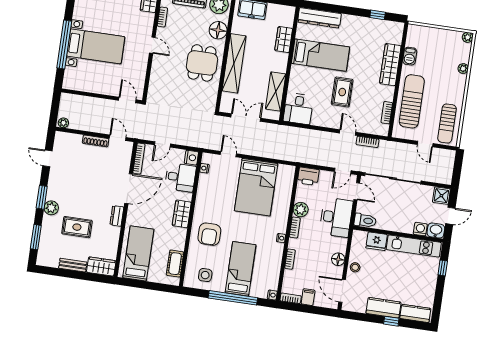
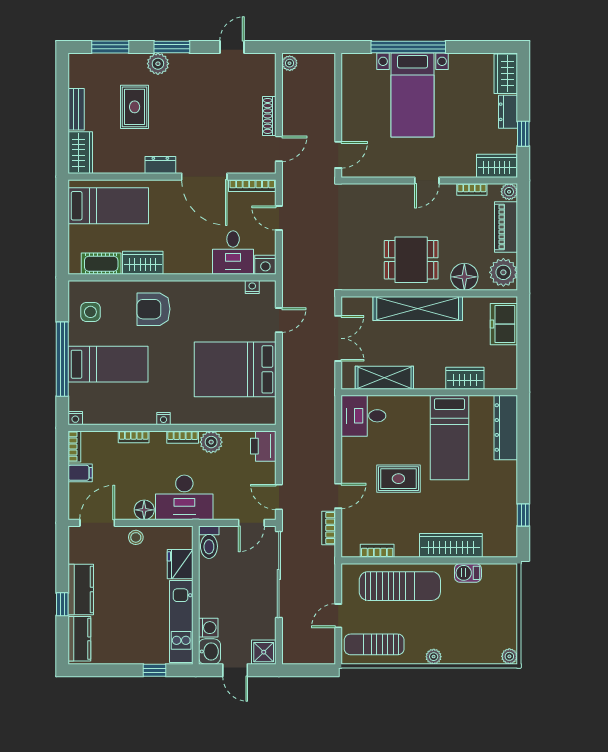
plant: (463, 69) -> (434, 657), moved
wardrobe: (182, 214) -> (143, 263), moved
desk: (336, 217) -> (184, 497), moved

